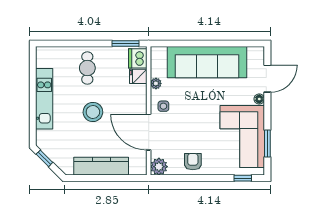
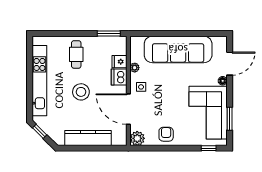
dishwasher: (138, 58) -> (119, 77), moved
kitchen unit: (44, 99) -> (39, 81), width x1.36

